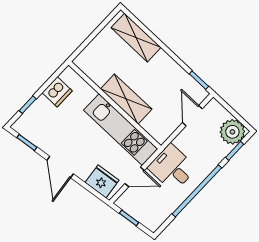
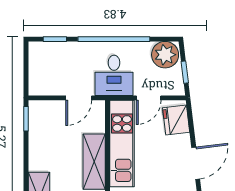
door: (192, 116) -> (79, 98), moved
plant: (232, 132) -> (165, 55), moved
door: (135, 177) -> (149, 98), swing flipped

